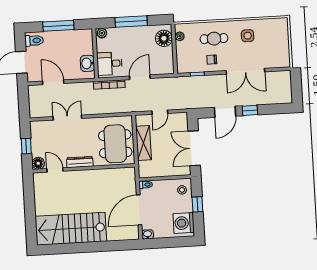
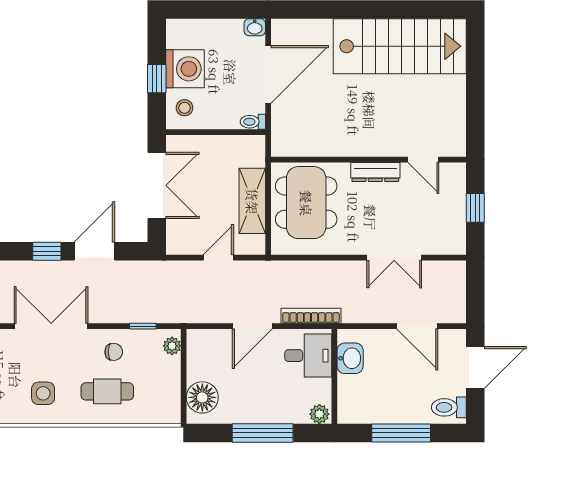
plant: (180, 36) -> (172, 346), moved
floor lamp: (38, 163) -> (455, 174), removed
washing machine: (184, 223) -> (185, 69), moved

